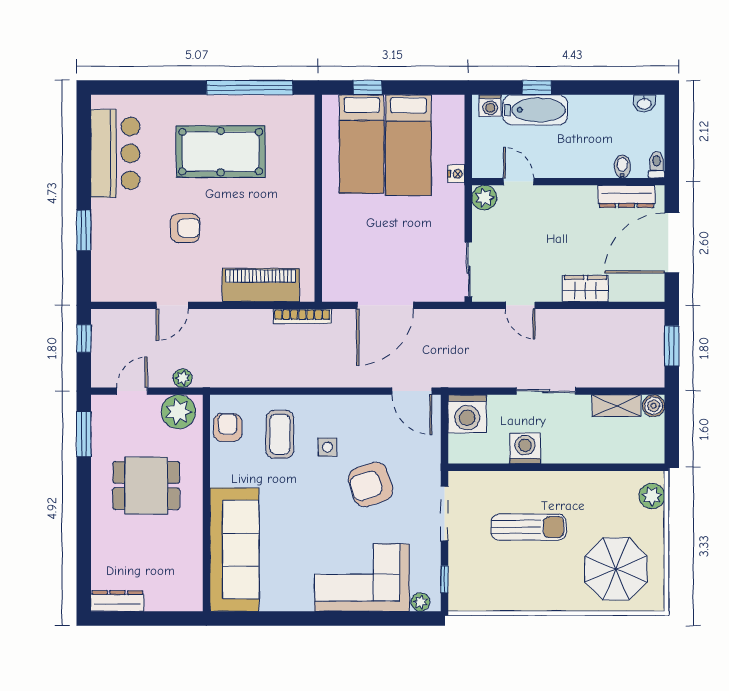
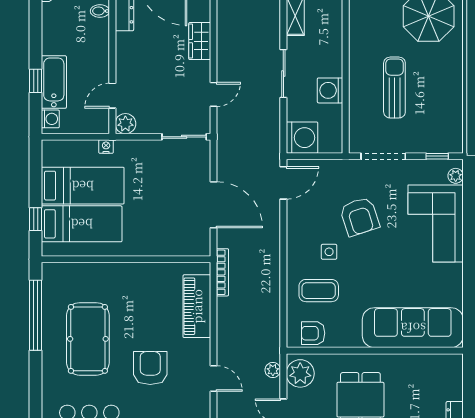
armchair: (185, 228) -> (150, 368), width x1.38, depth x1.38

